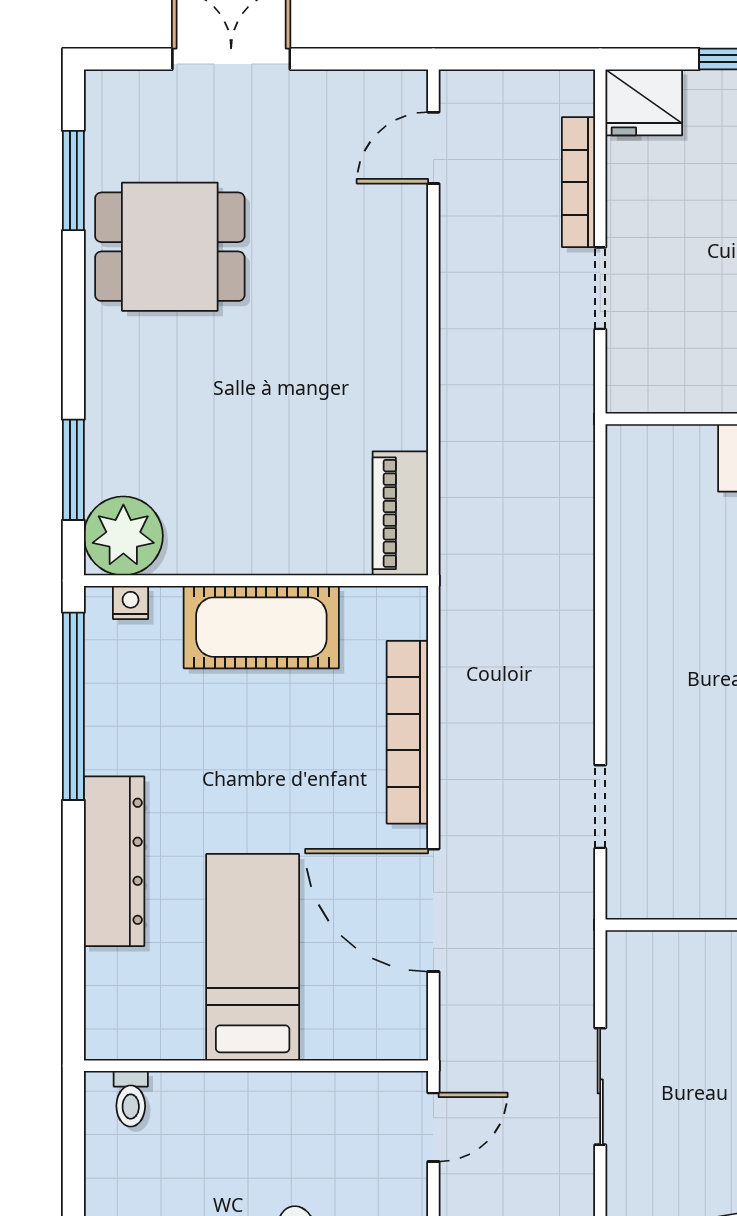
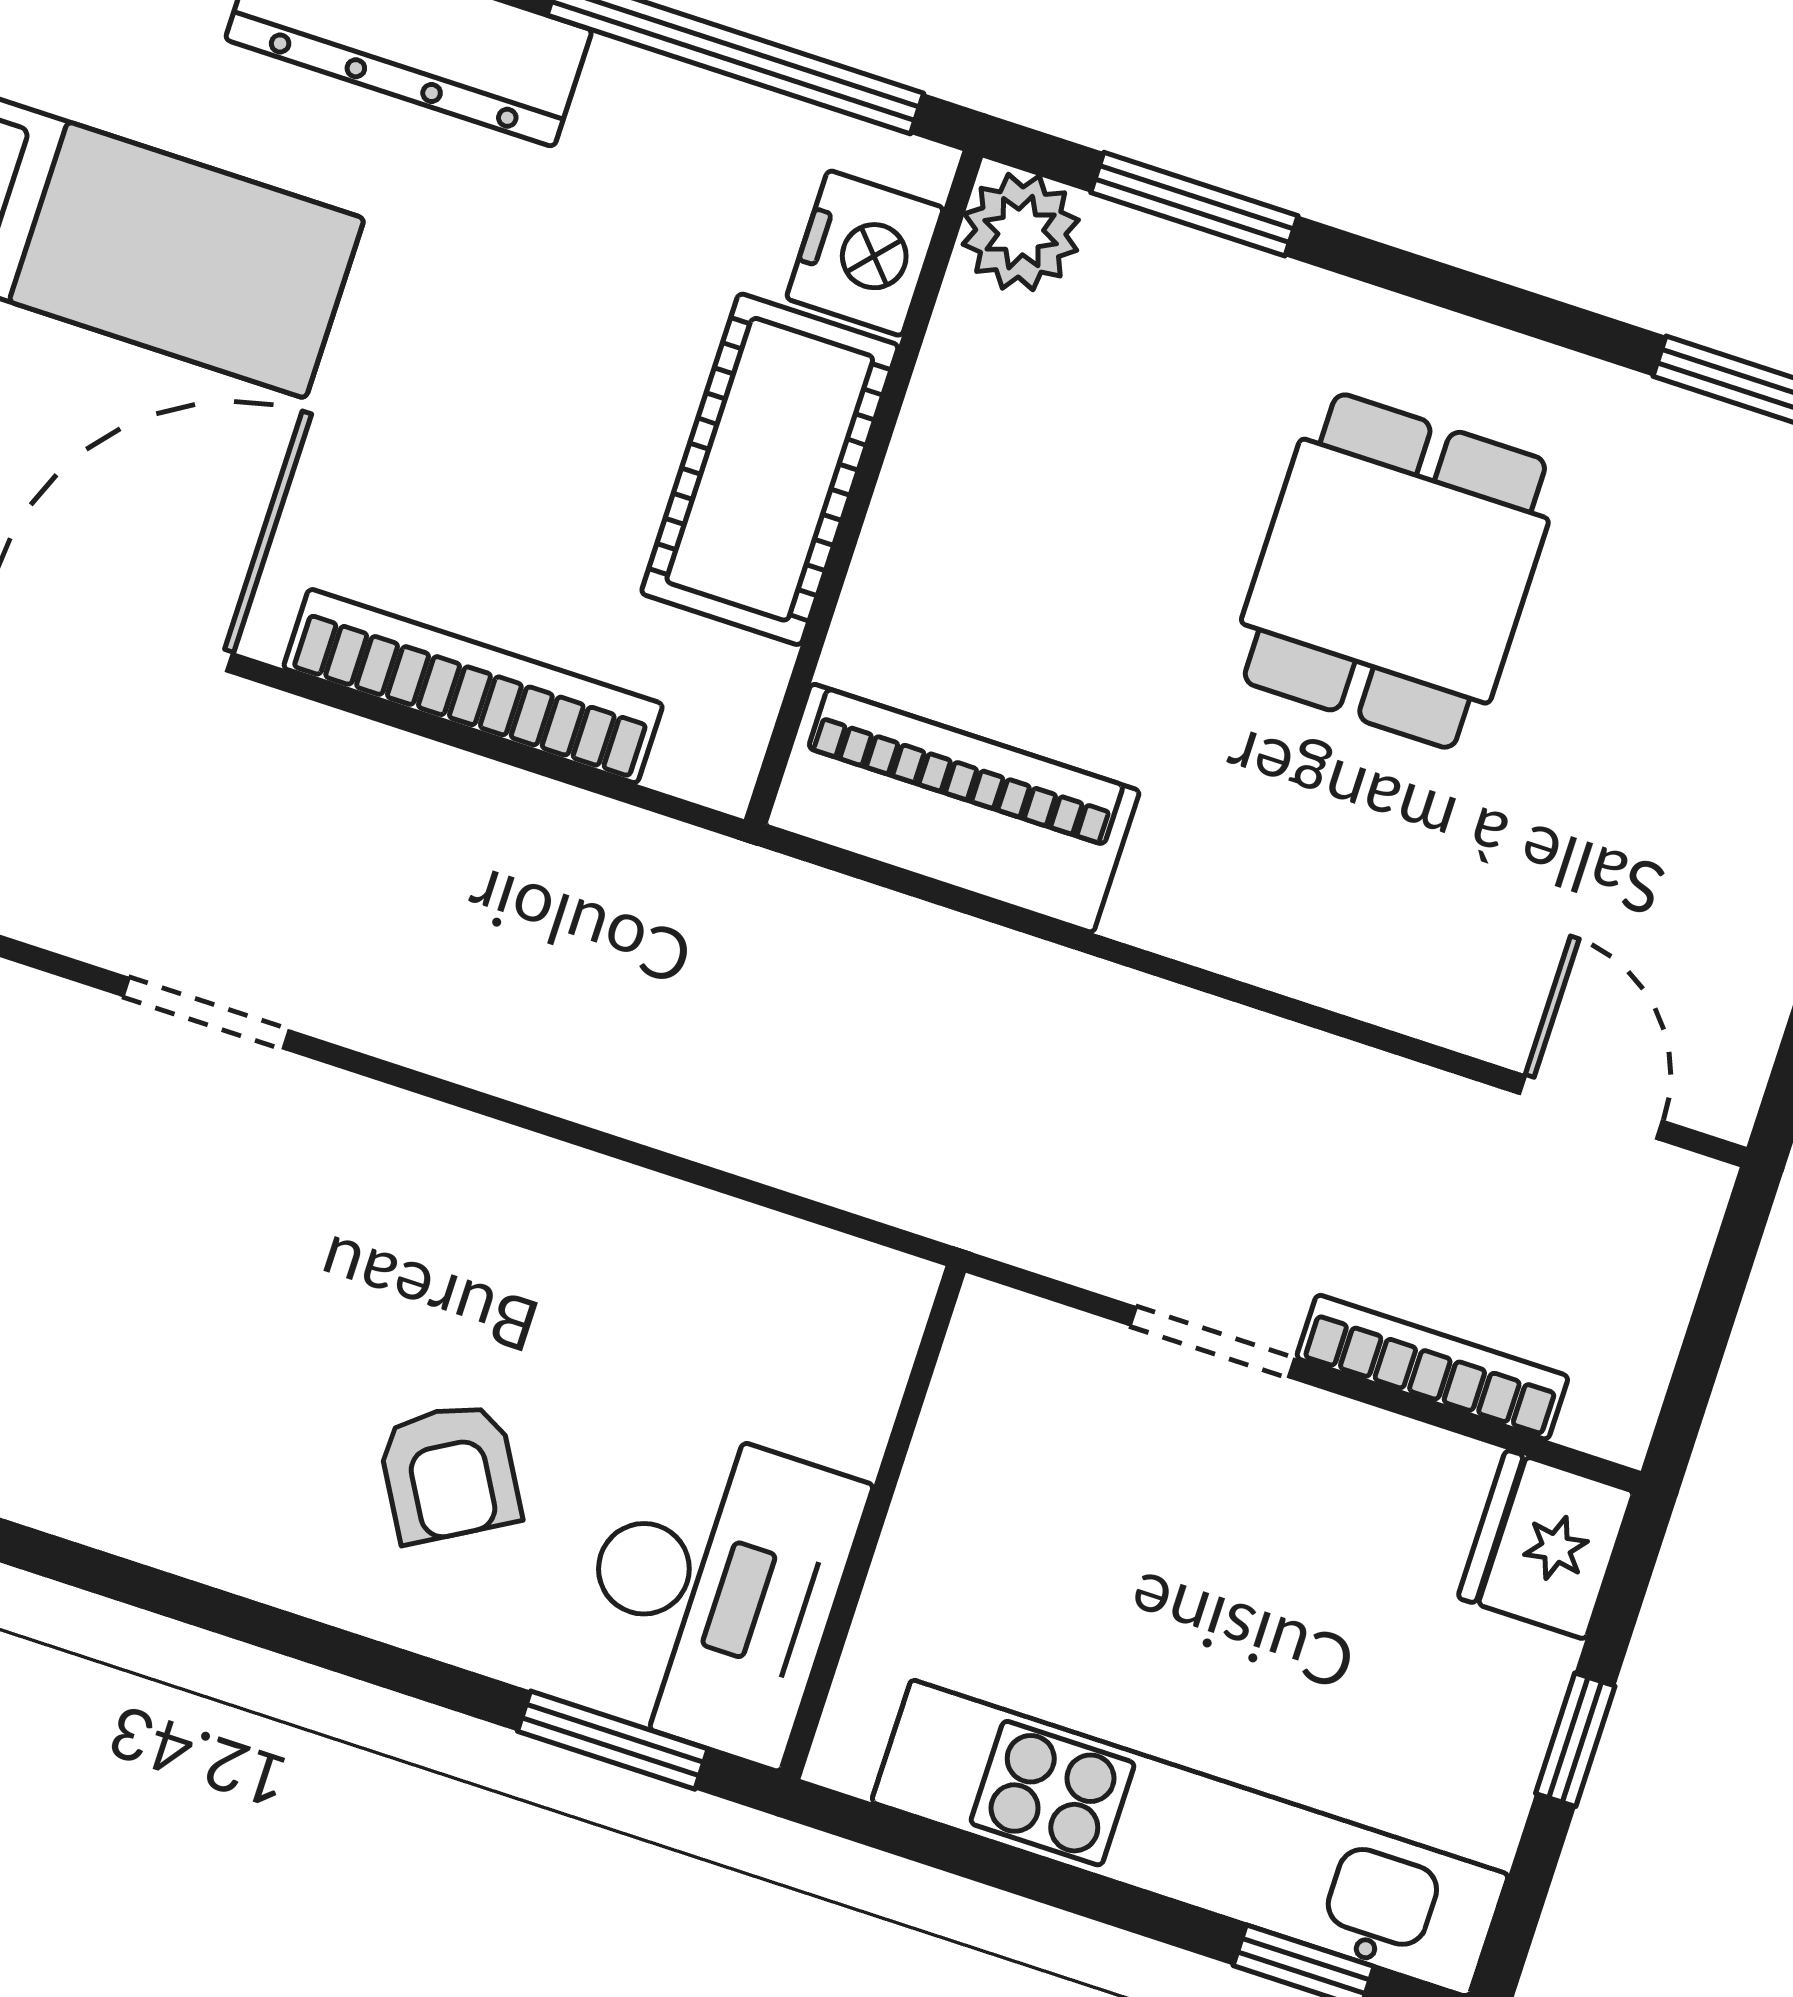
dining table: (170, 247) -> (1395, 571), moved
piano: (400, 513) -> (952, 808), width x1.37, depth x1.33
plant: (123, 536) -> (1021, 232), width x0.73, depth x0.73
nightstand: (131, 602) -> (865, 253), width x1.89, depth x1.79

